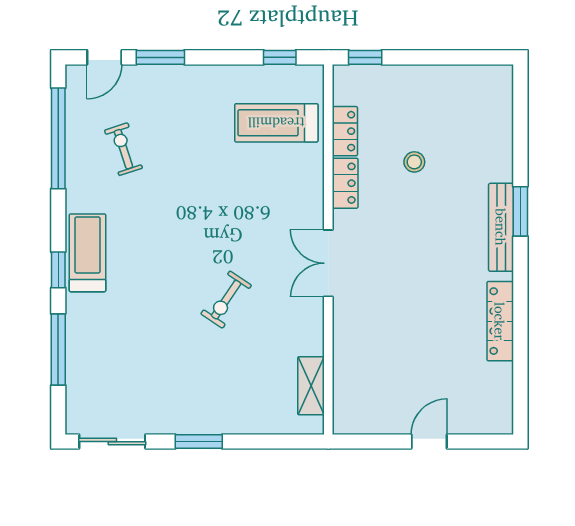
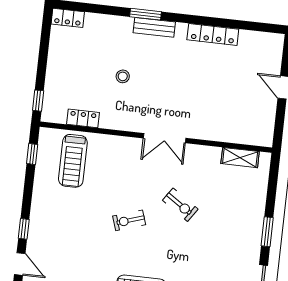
window: (160, 57) -> (24, 229), width x0.67
exercise bike: (123, 149) -> (129, 220), moved
stool: (414, 162) -> (123, 76), moved
locker: (345, 183) -> (68, 18), moved, turned 180
bench: (501, 227) -> (154, 27), width x0.73

